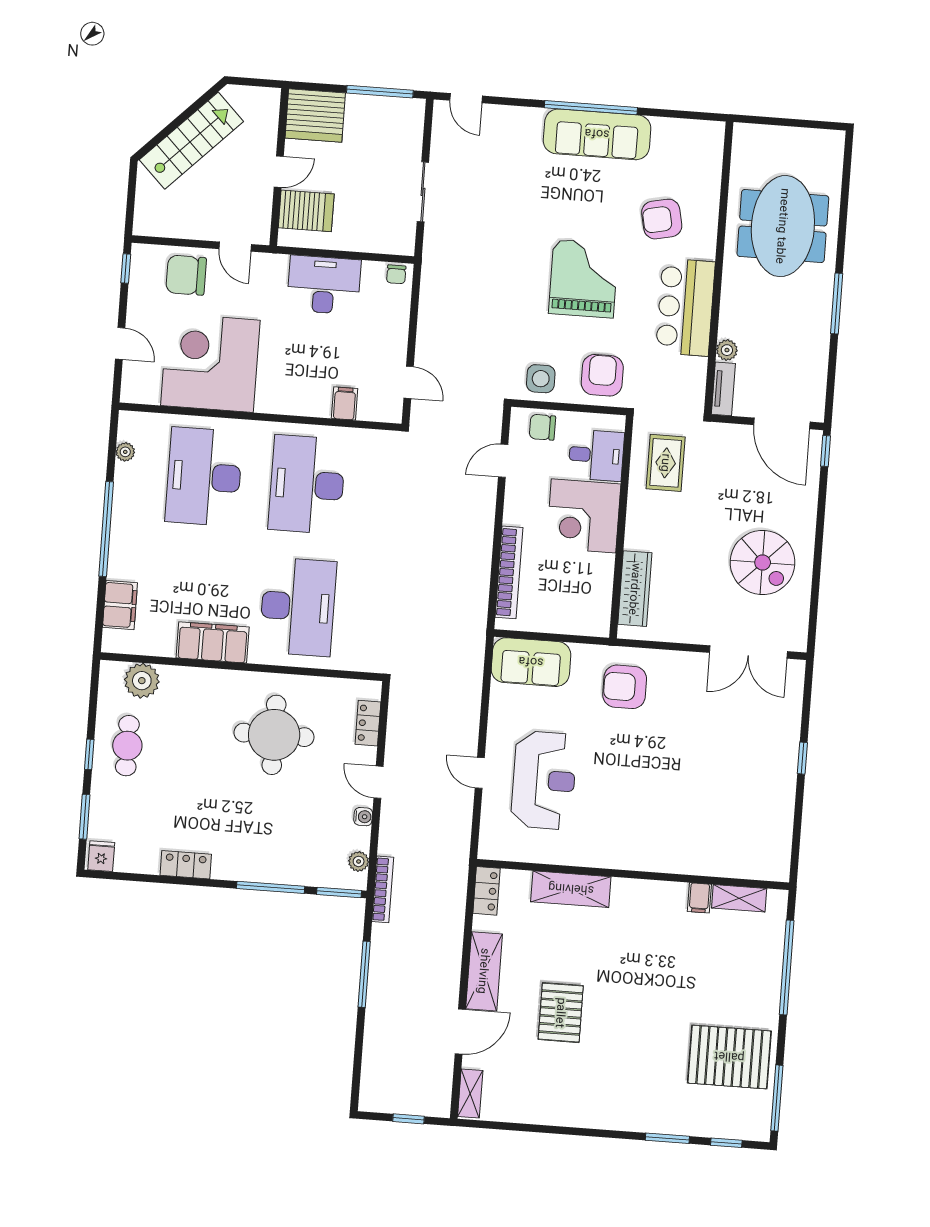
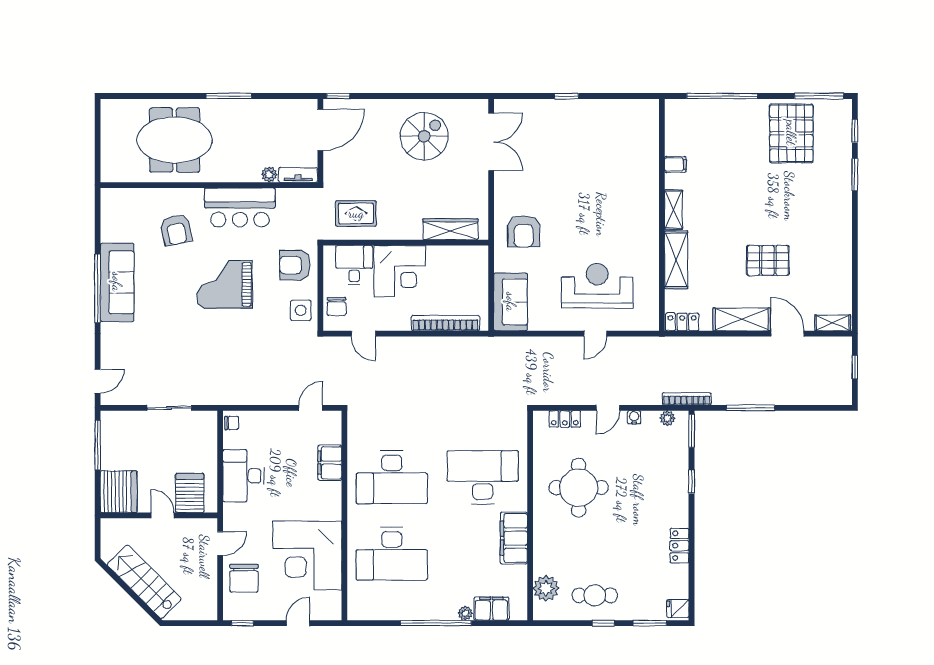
filing cabinet: (345, 403) -> (330, 463), width x2.00
plant: (125, 452) -> (465, 613), moved
window: (271, 887) -> (692, 482), width x0.46
shelving: (739, 898) -> (674, 210), moved

